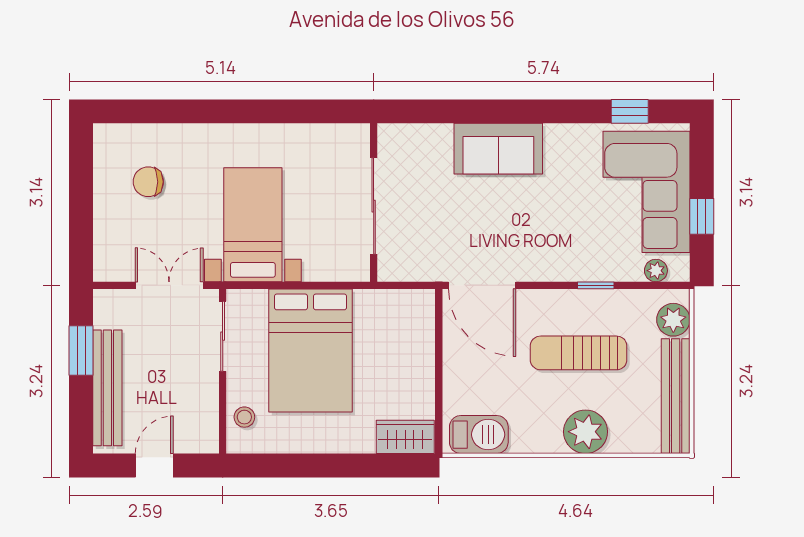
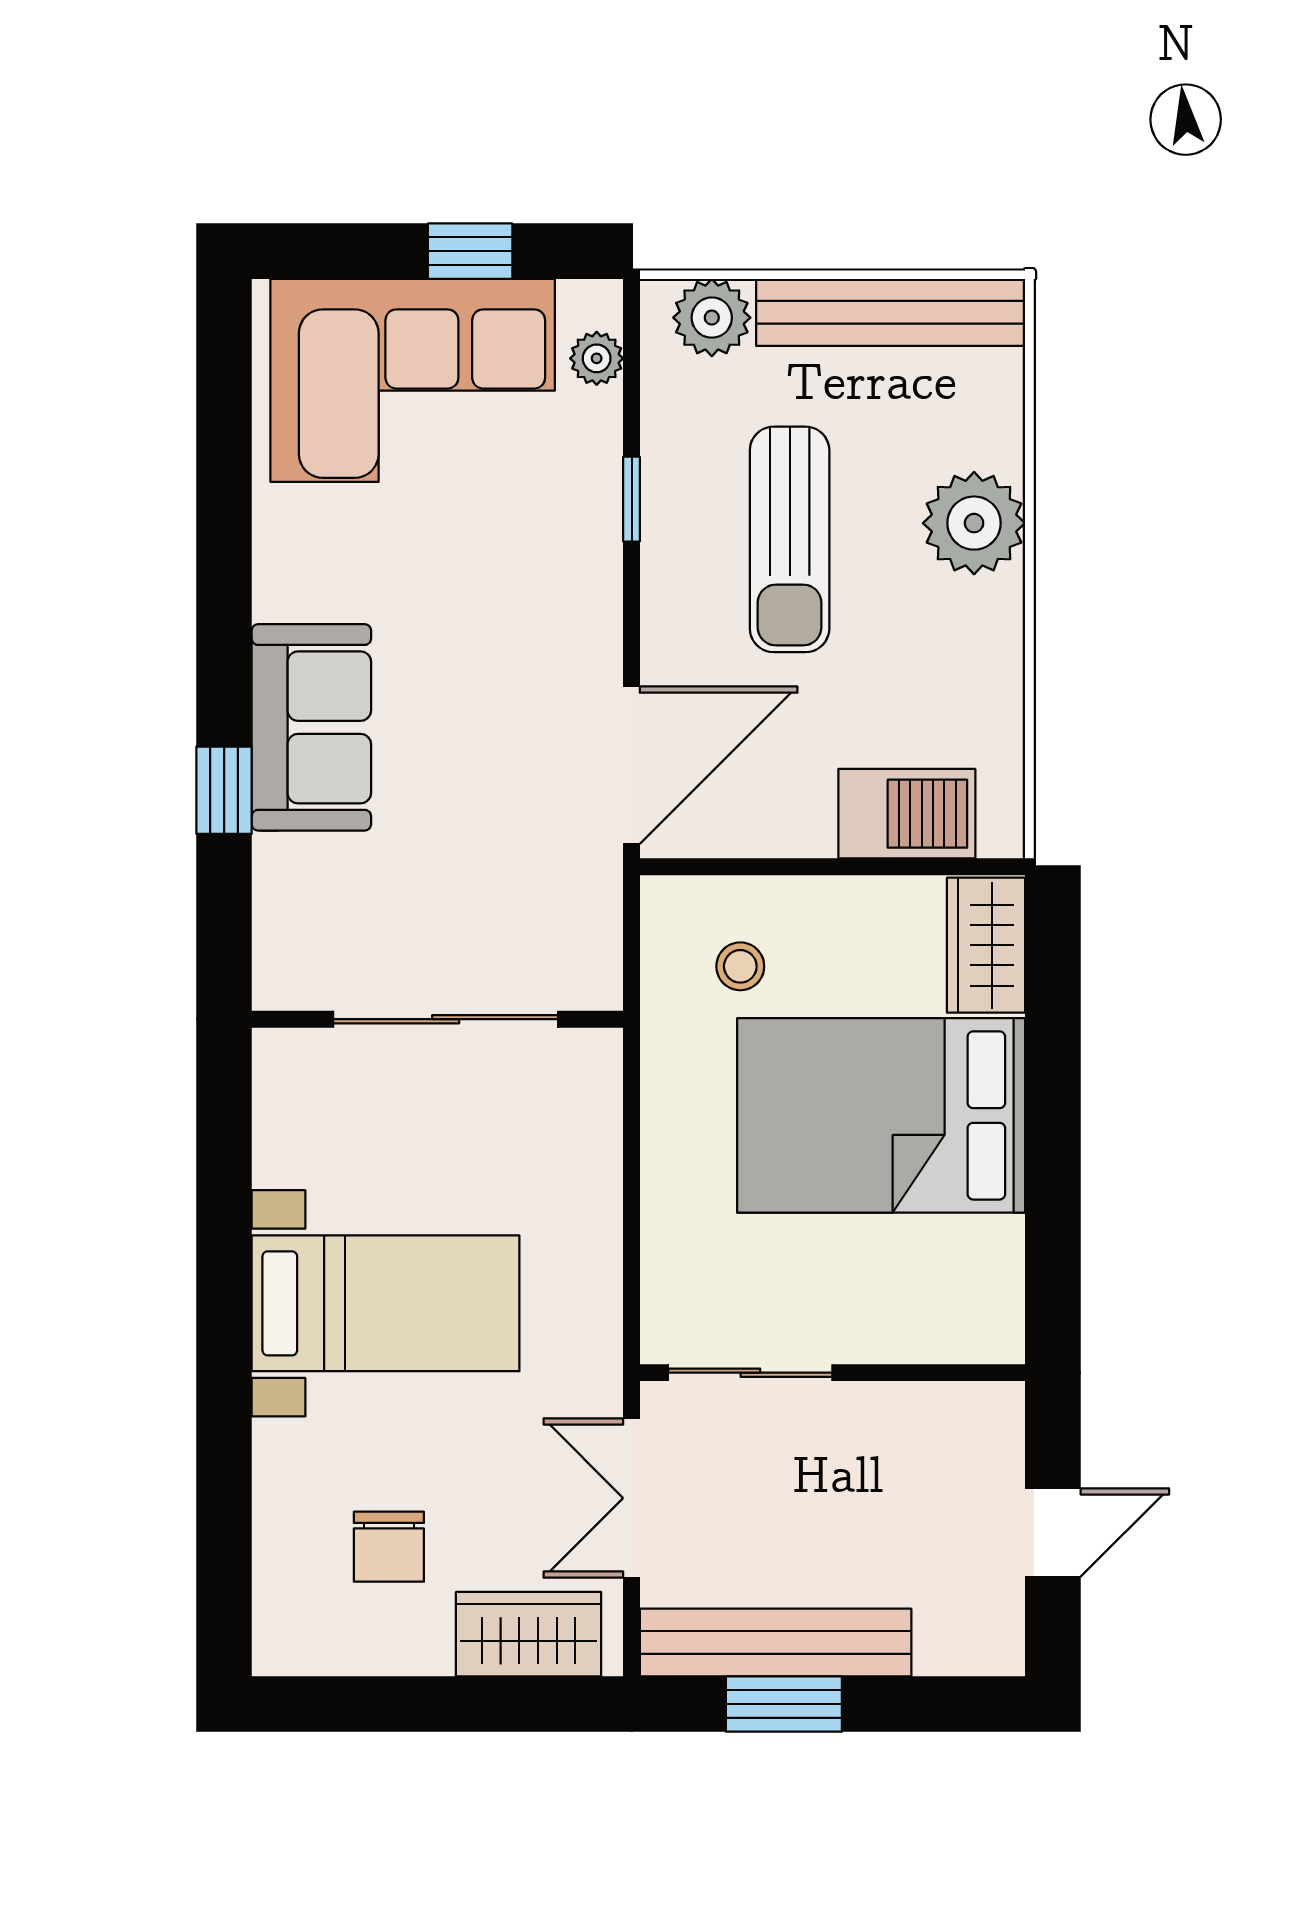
window: (630, 111) -> (224, 790), moved
bed with nightstands: (253, 225) -> (386, 1303), moved, turned 180
wardrobe: (111, 241) -> (529, 1634), added
bed: (310, 351) -> (881, 1115), moved, turned 180
bench: (107, 388) -> (776, 1642), moved
stool: (244, 417) -> (740, 966), moved
barbecue: (479, 435) -> (907, 814), moved, turned 90
door: (154, 465) -> (1053, 1532), swing flipped

